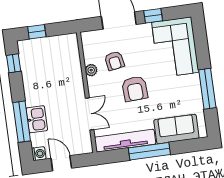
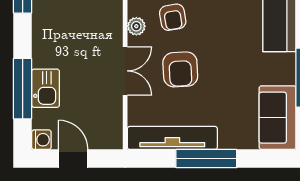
armchair: (135, 89) -> (180, 69), moved
double door: (90, 114) -> (125, 71), moved
sofa: (176, 129) -> (277, 118), moved, turned -90

